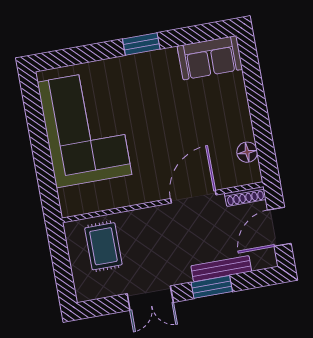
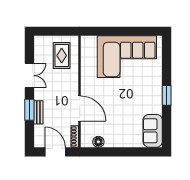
rug: (103, 246) -> (62, 56), turned 90
bench: (221, 269) -> (38, 112), width x0.73
double door: (150, 298) -> (29, 76), swing flipped

